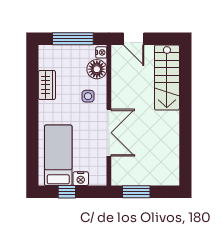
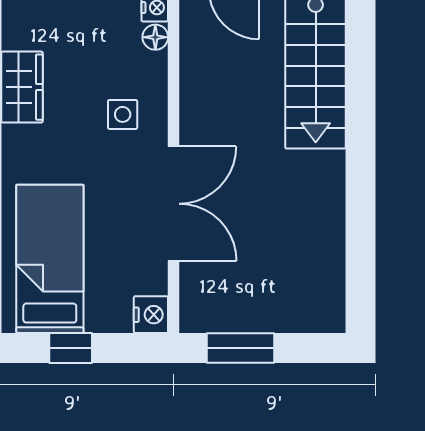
floor lamp: (97, 69) -> (155, 37), width x0.53, depth x0.53
nightstand: (81, 179) -> (151, 315), moved, turned -90

